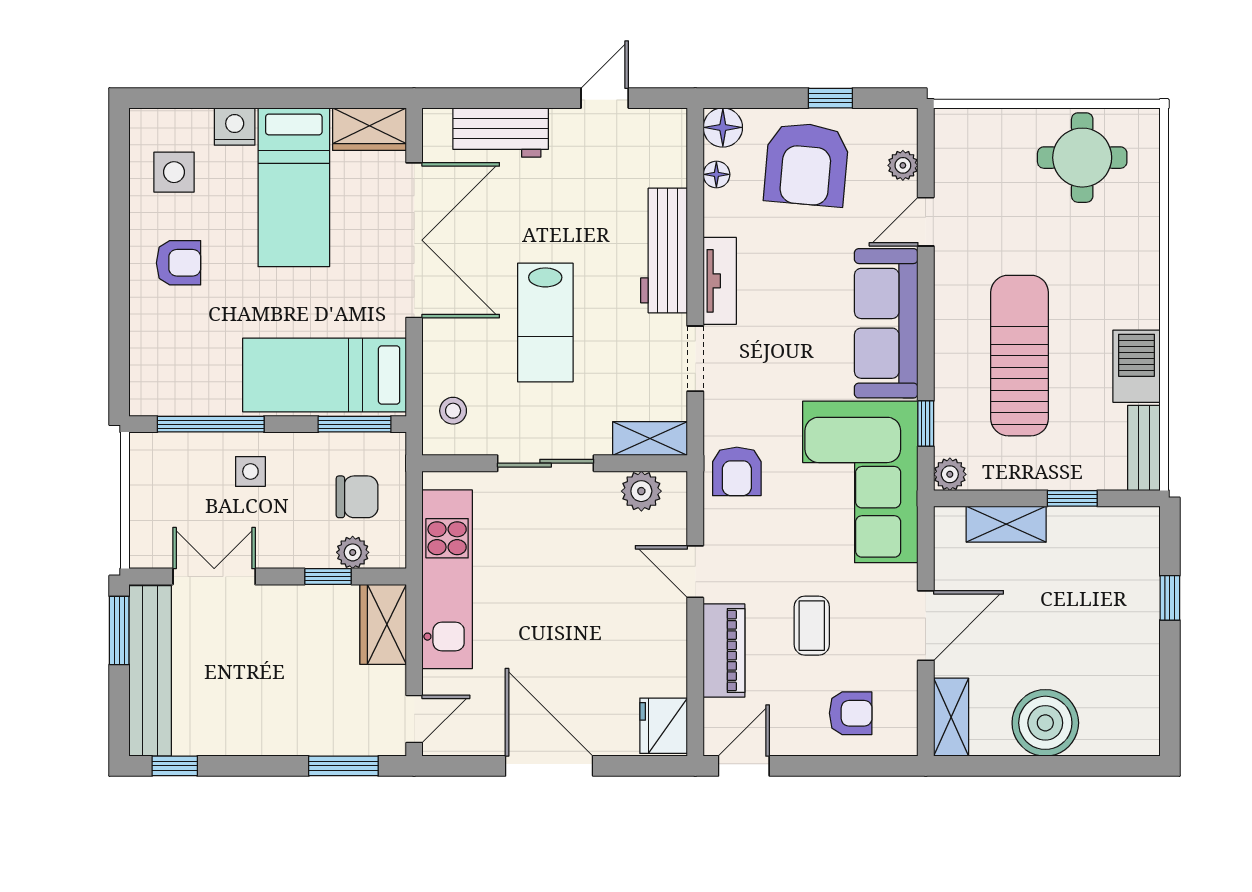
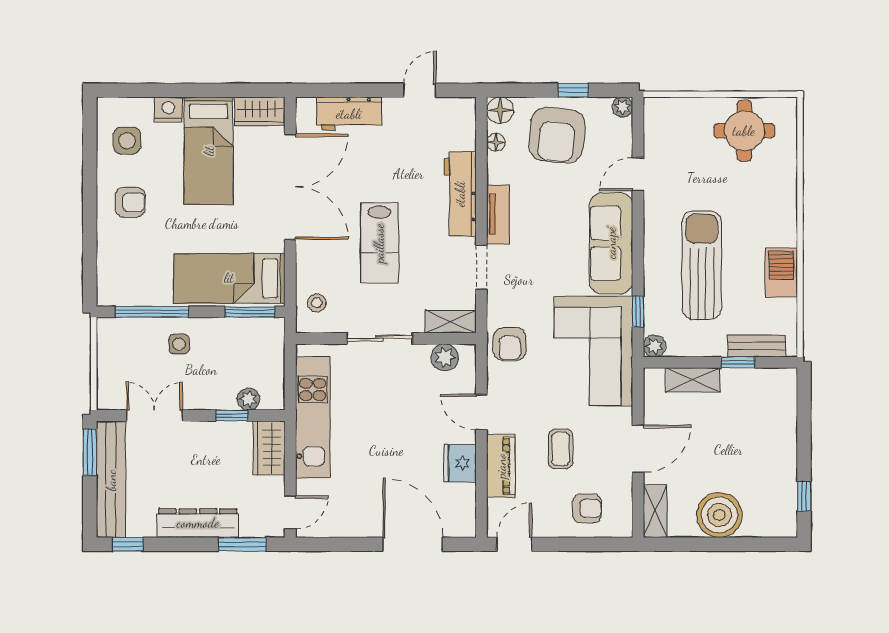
plant: (903, 165) -> (623, 107), moved
bench: (1144, 448) -> (757, 346), moved, turned 90
chair: (357, 497) -> (252, 361), removed
window: (1170, 598) -> (804, 496), moved
fridge: (664, 726) -> (460, 463), moved
dresser: (278, 735) -> (198, 523), added
door: (549, 766) -> (413, 544), moved

